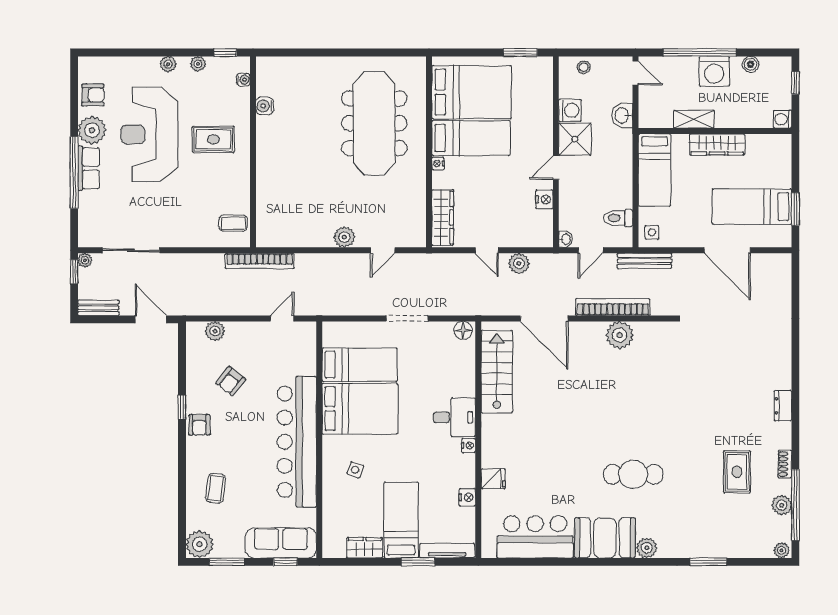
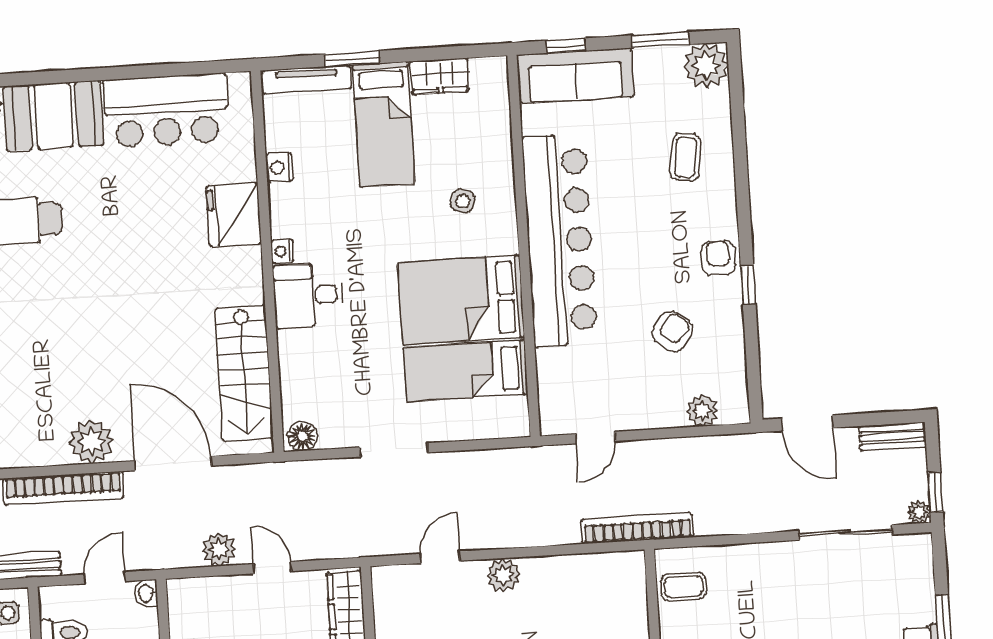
plant: (620, 335) -> (91, 442), moved
fridge: (493, 479) -> (234, 215), width x1.88, depth x1.34

